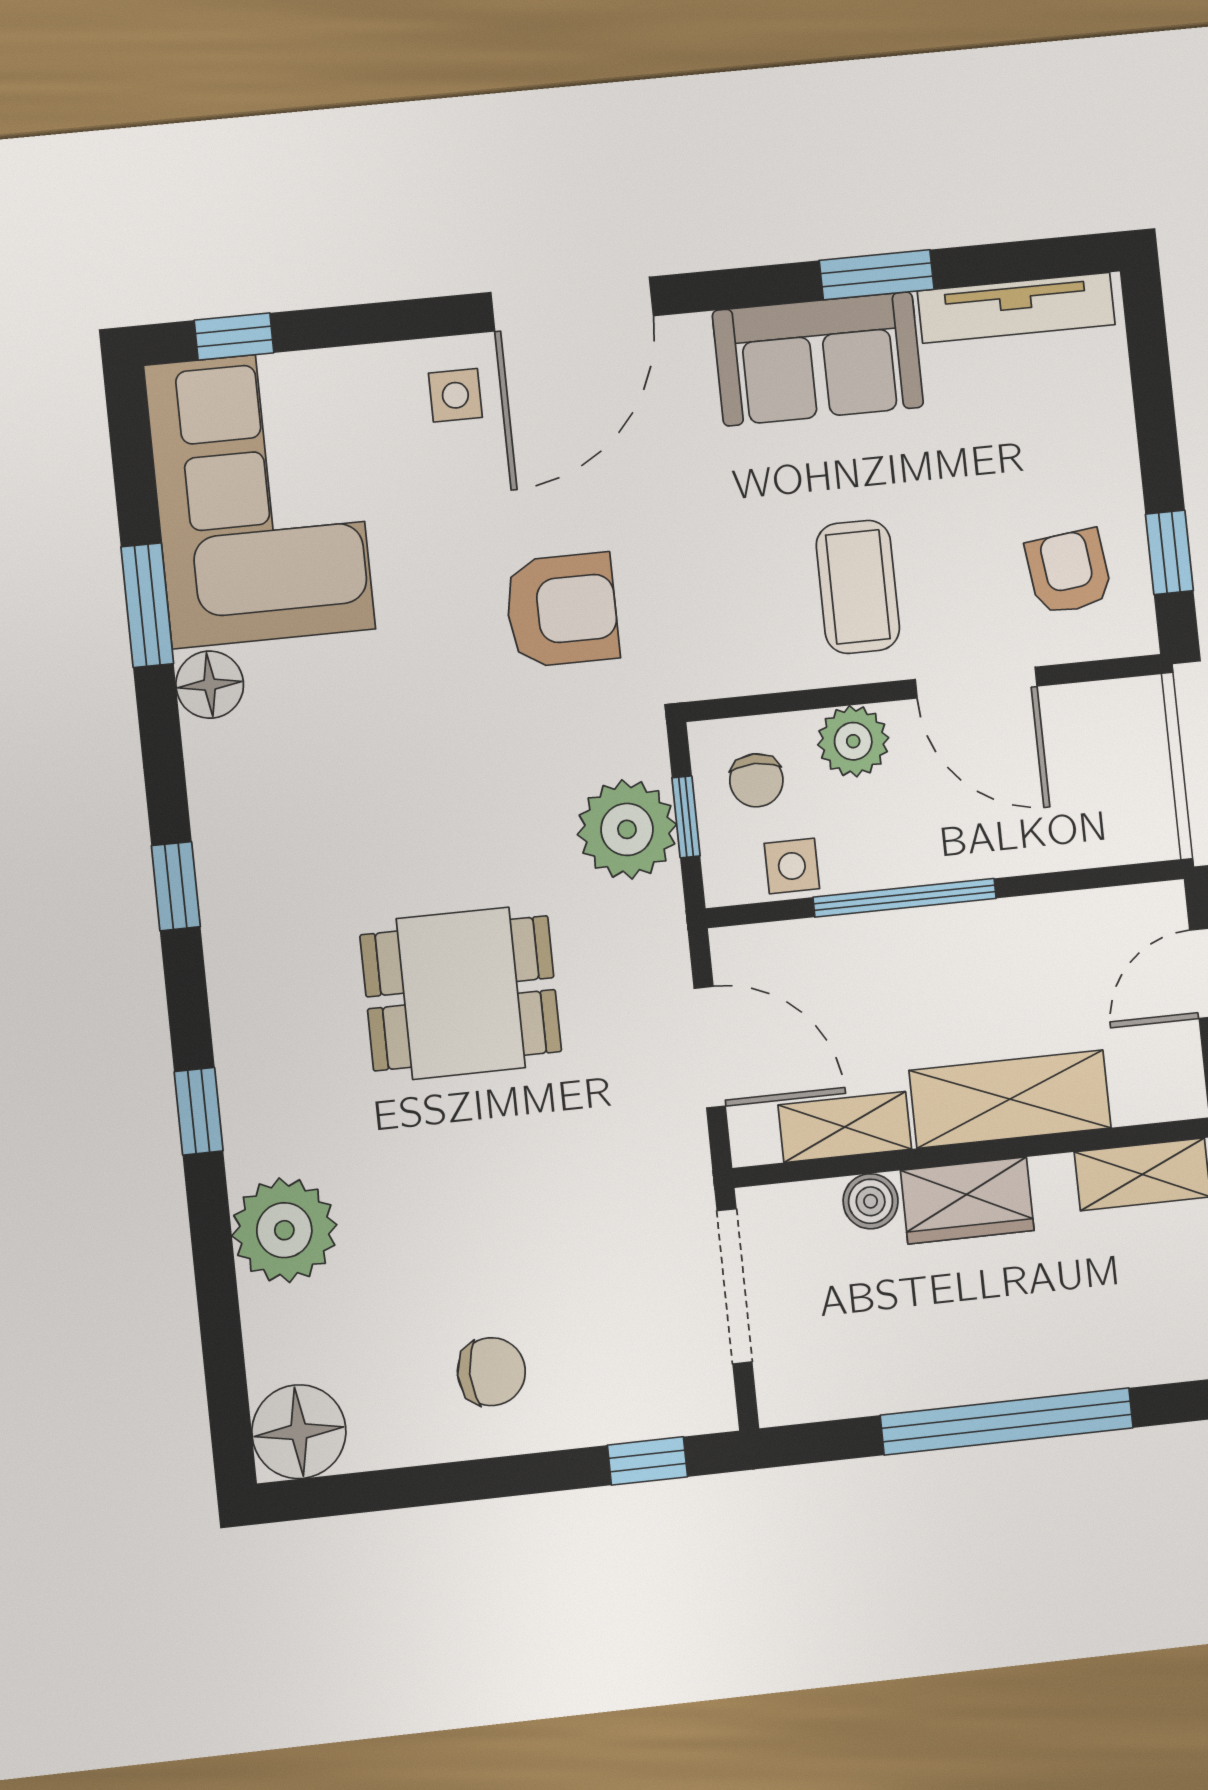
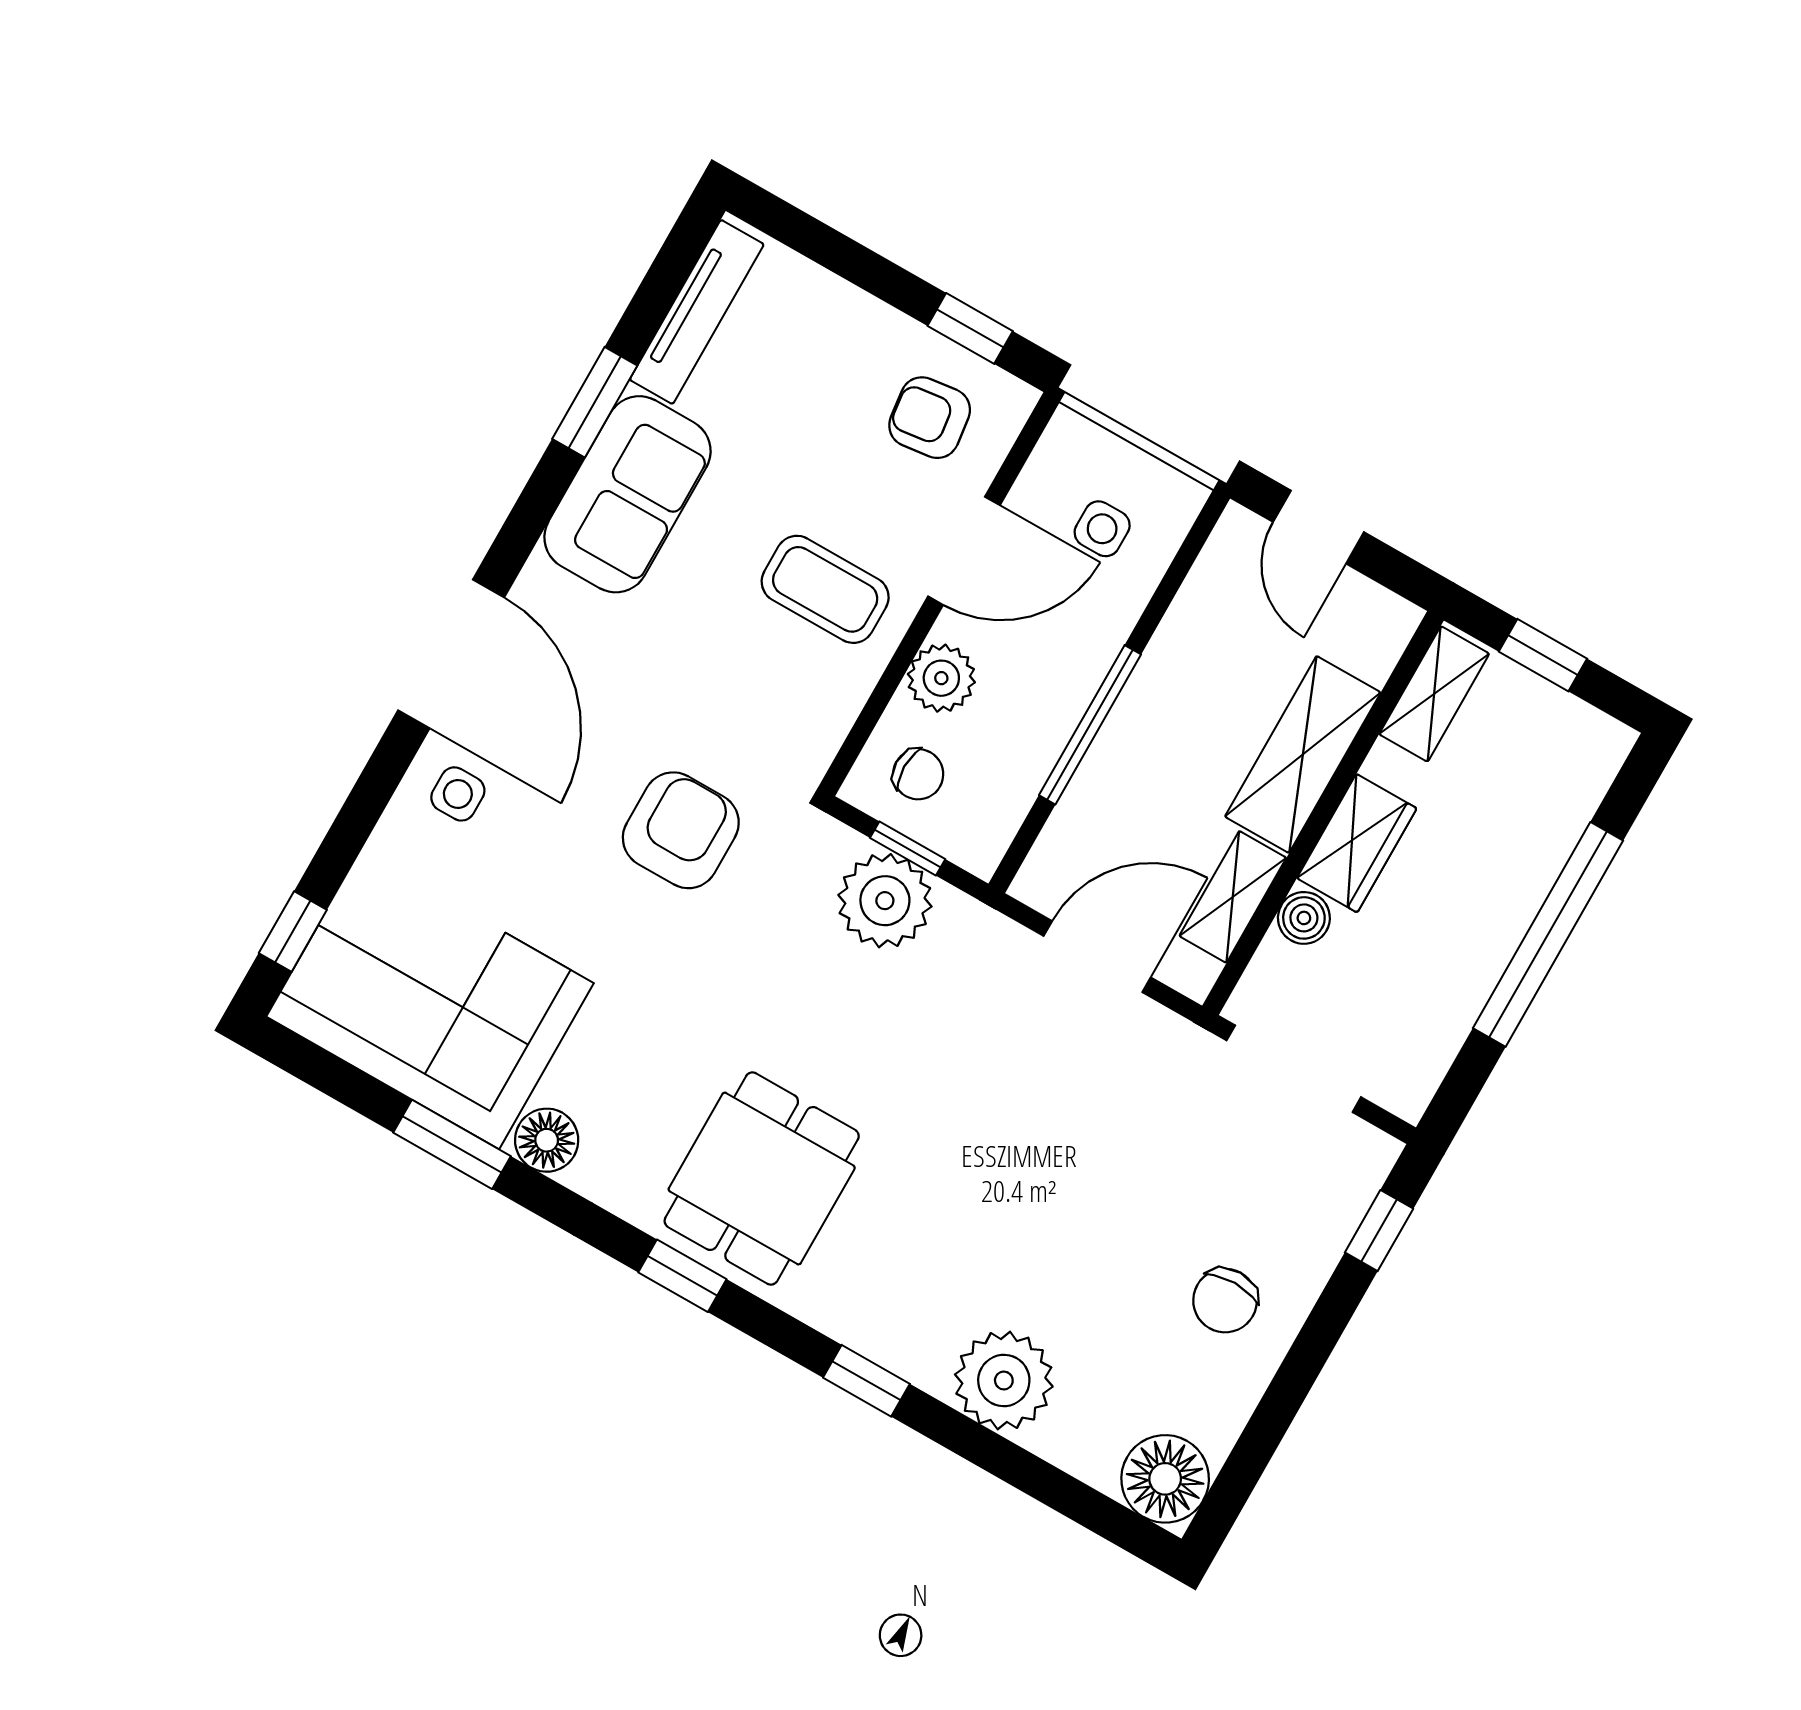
side table: (792, 866) -> (1102, 529), moved
dining table: (461, 993) -> (762, 1178), moved
chair: (491, 1372) -> (1225, 1301), turned 180

